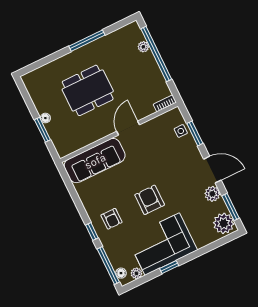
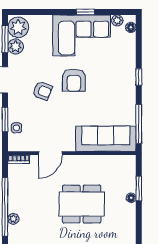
door: (128, 128) -> (50, 153), moved
plant: (212, 194) -> (16, 46), moved
armchair: (112, 219) -> (42, 91), moved, turned 112
window: (108, 266) -> (139, 124), moved

